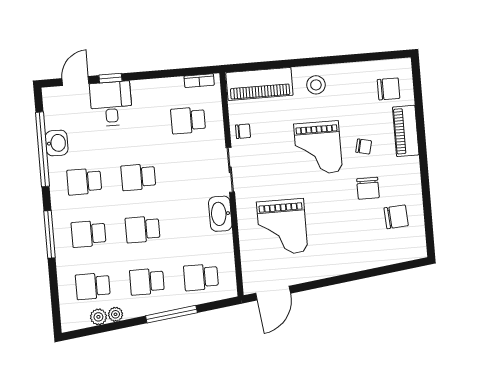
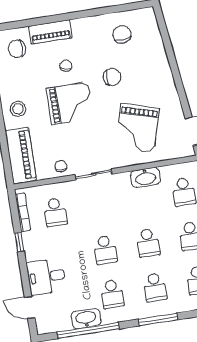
window: (110, 78) -> (19, 242), moved
bookcase: (199, 81) -> (23, 212), width x1.56
chair: (389, 89) -> (17, 49), turned -90
washbasin: (57, 143) -> (86, 319), width x1.38
chair: (368, 188) -> (112, 77), moved
washbasin: (220, 214) -> (145, 177), moved
grand piano: (282, 227) -> (137, 128), turned 106

